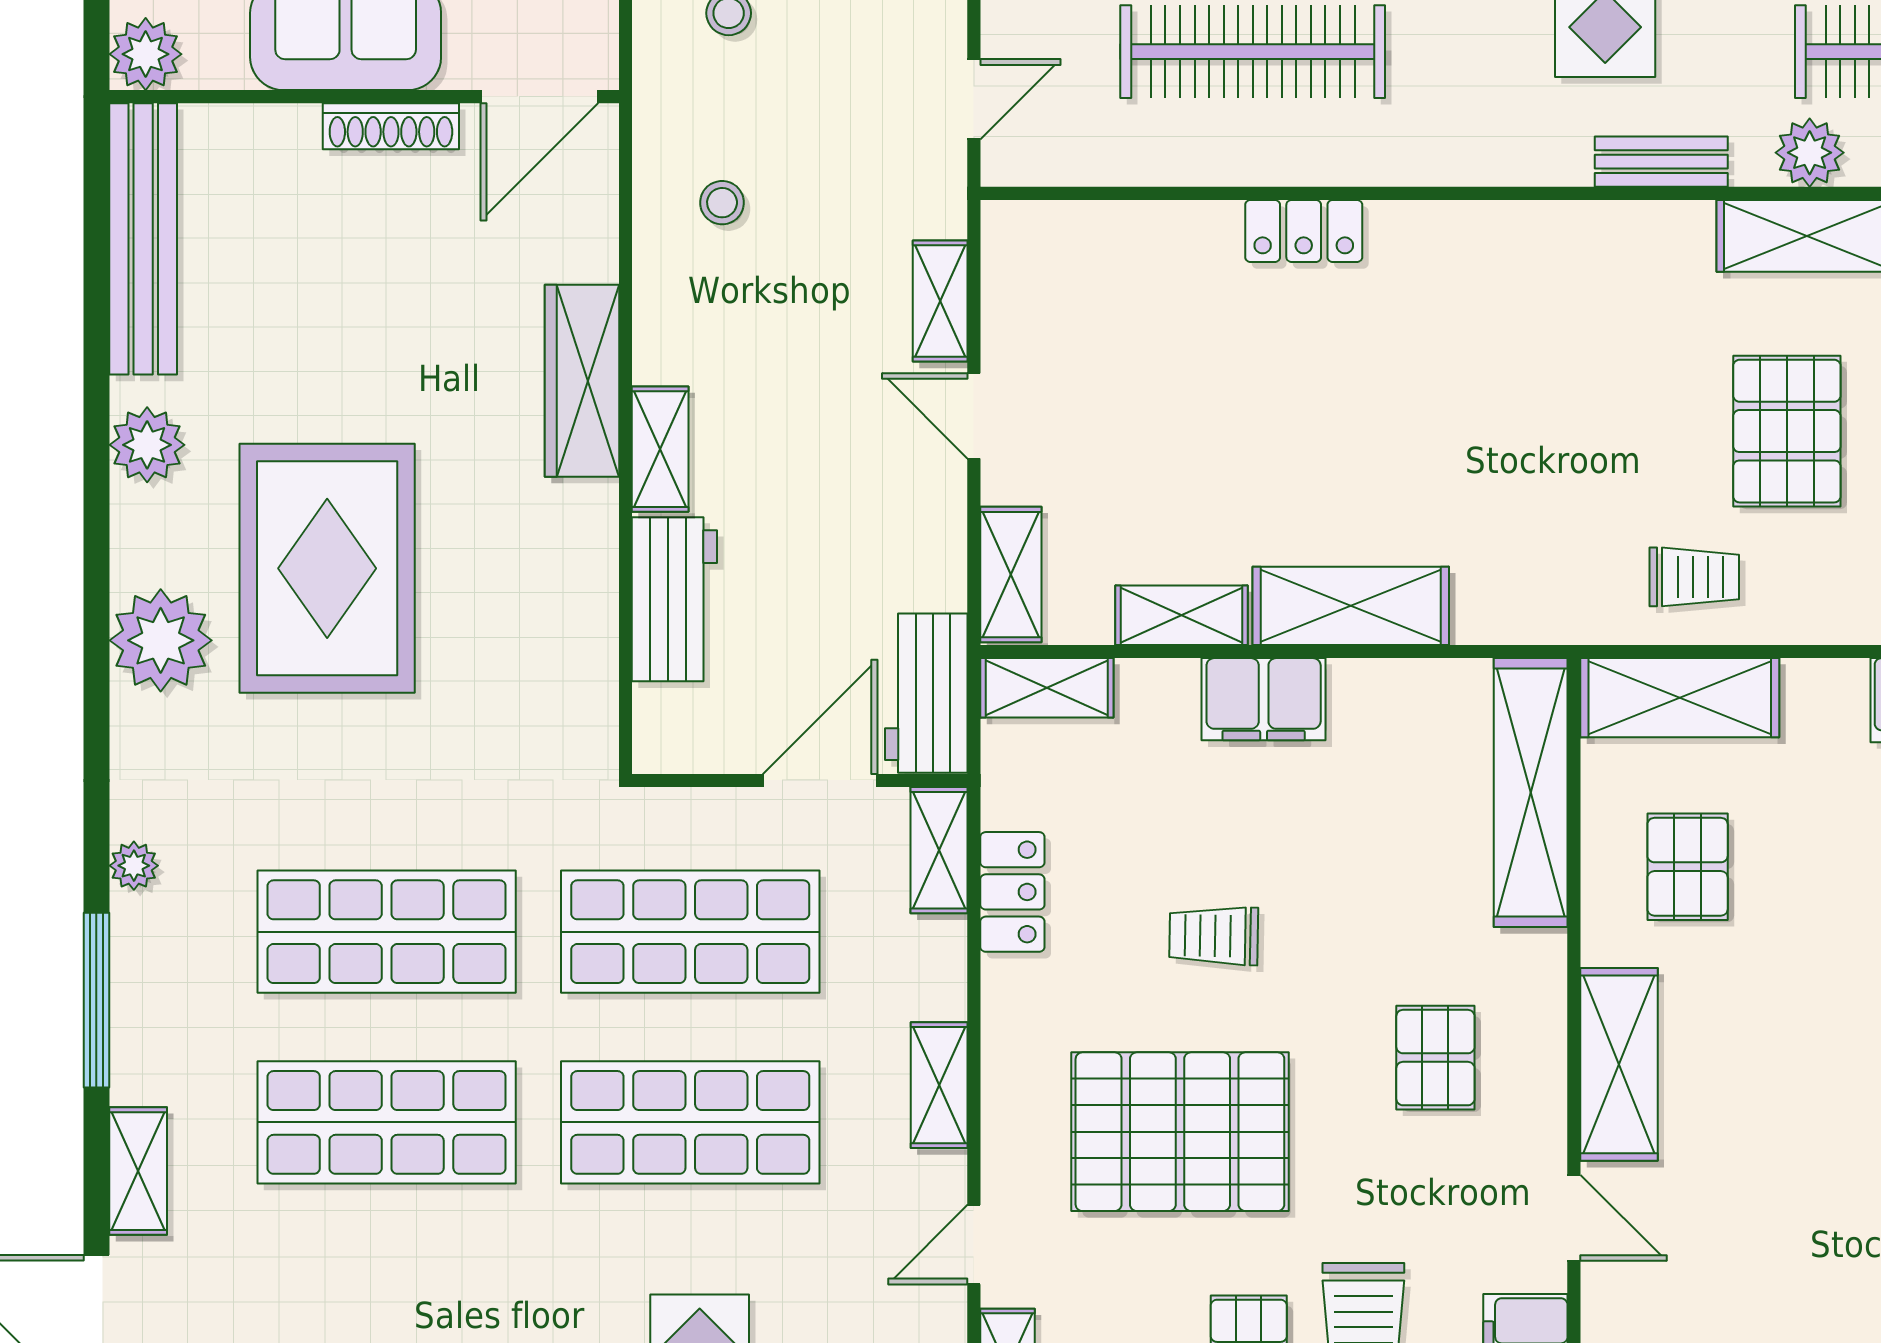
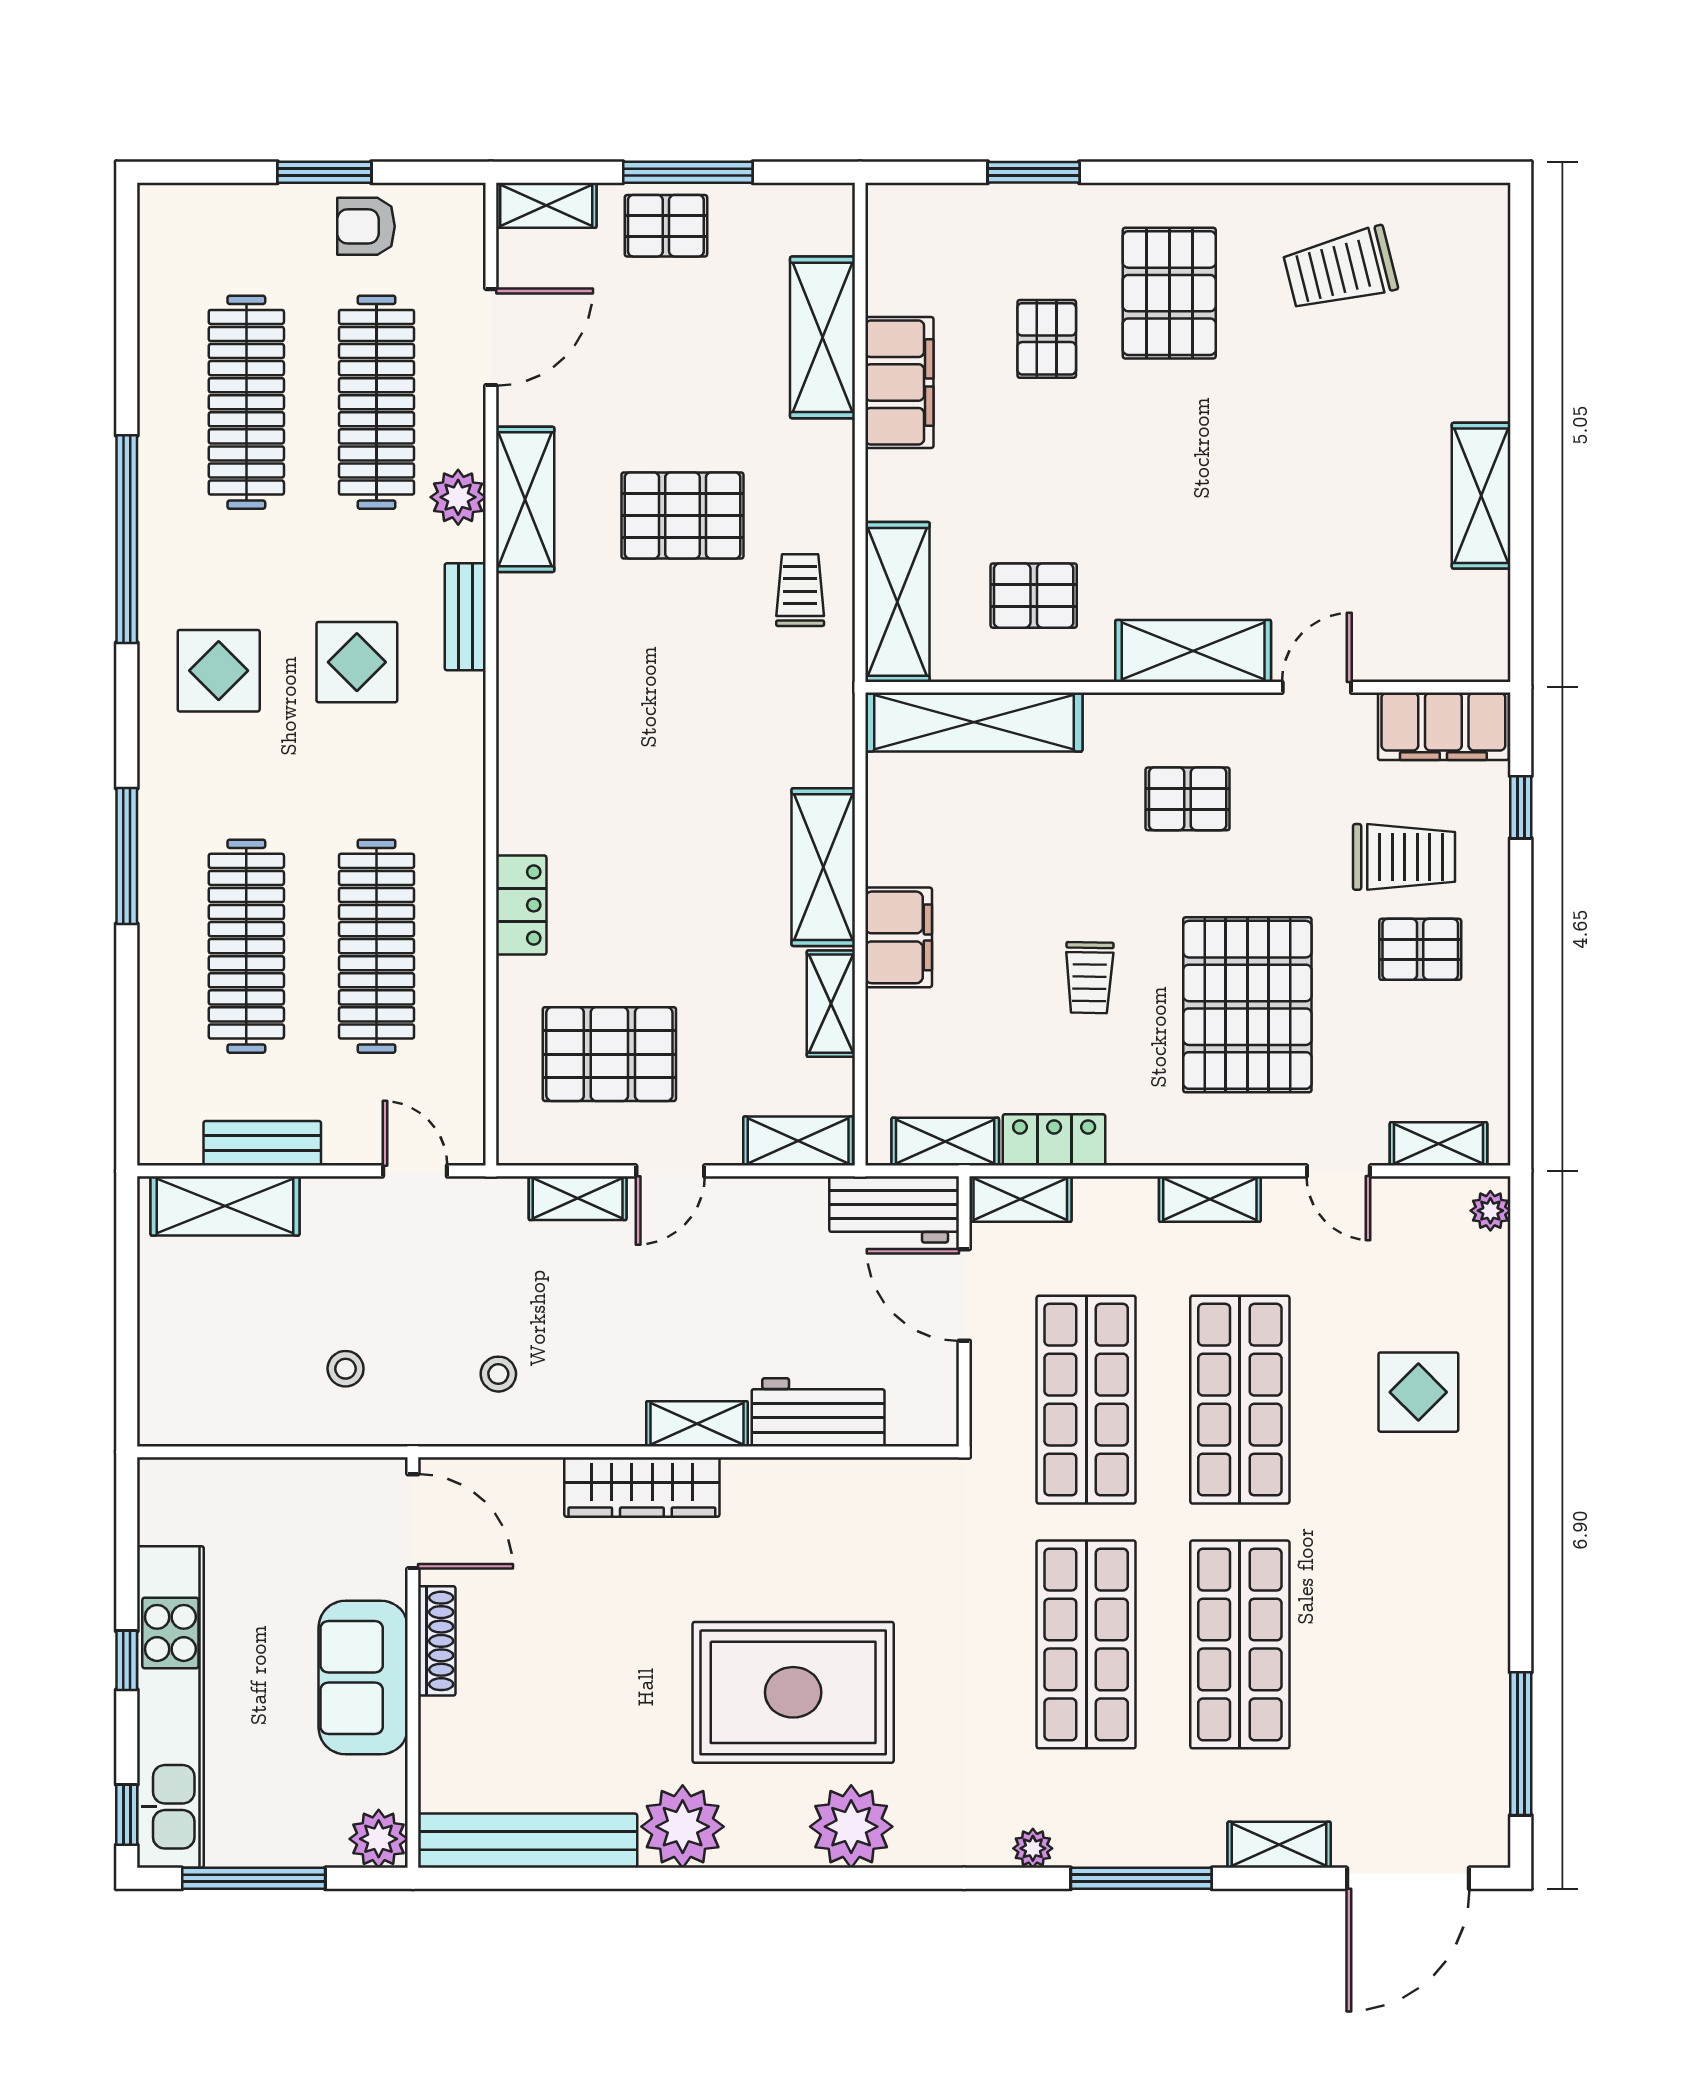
pallet: (1119, 340) -> (609, 1054), added
plant: (147, 445) -> (683, 1827), width x1.36, depth x1.36
shelving: (1047, 688) -> (945, 1142), moved, turned 90

